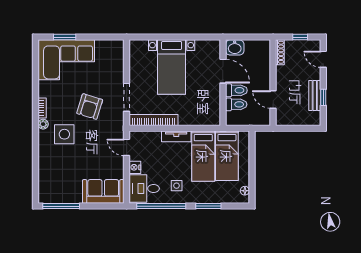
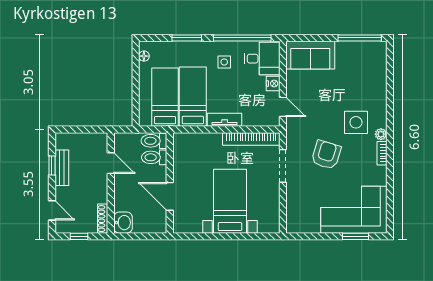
washbasin: (235, 47) -> (123, 223), moved, turned 90
toilet: (236, 90) -> (154, 141), moved

